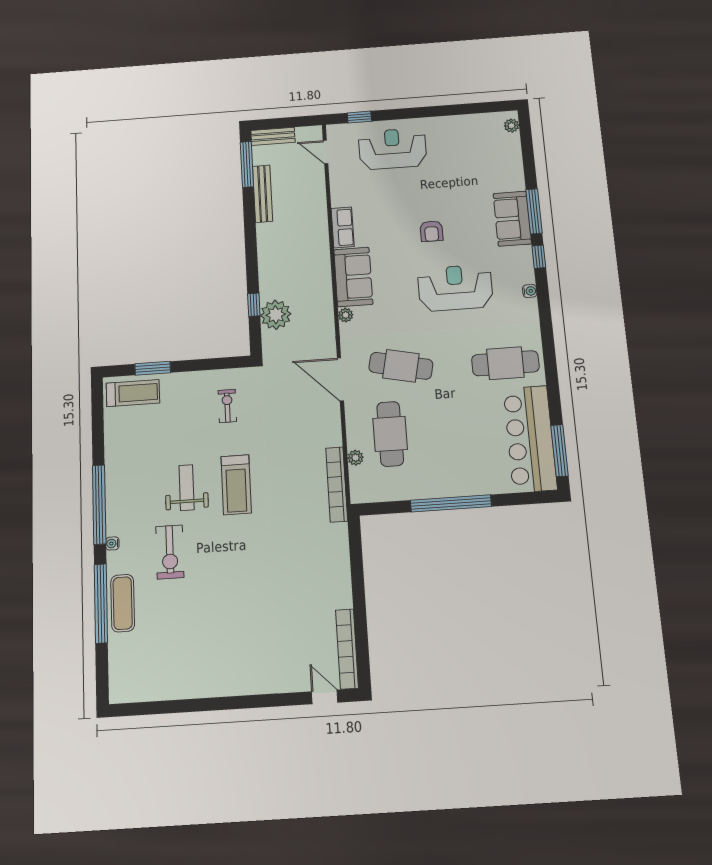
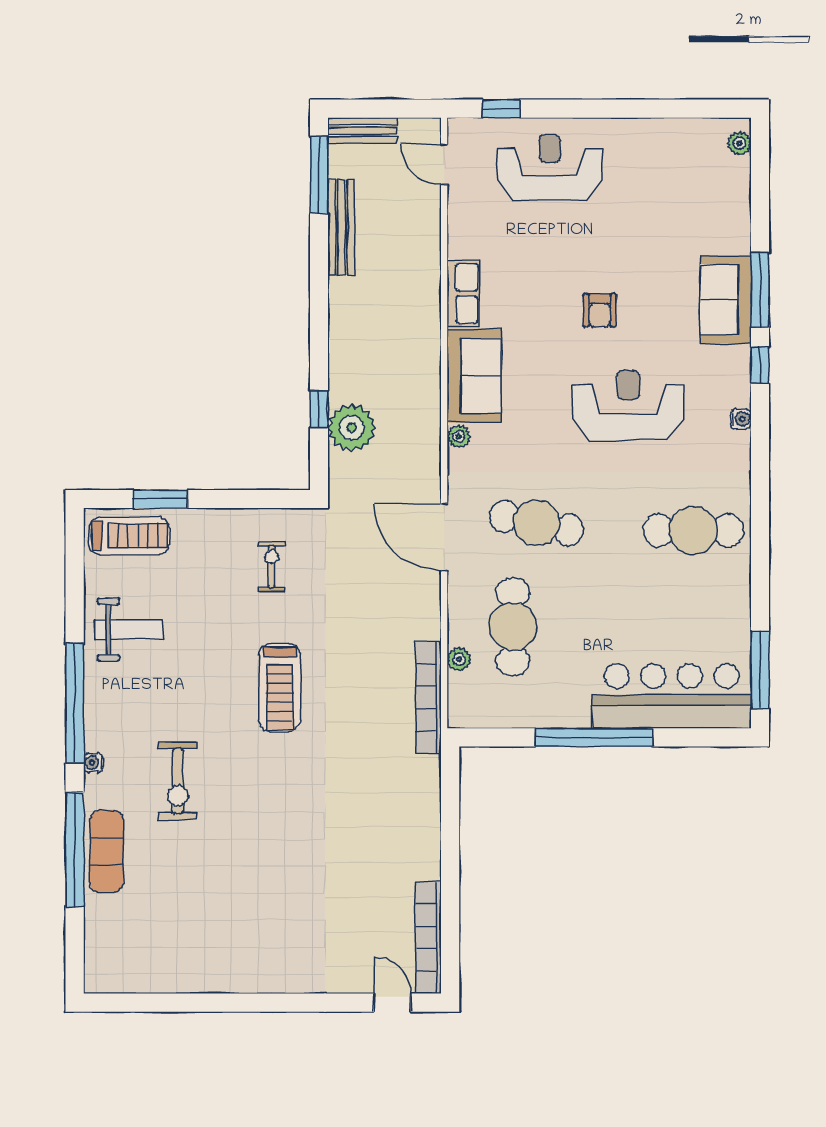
bar counter: (530, 439) -> (672, 696), moved, turned 90
weight bench: (186, 488) -> (129, 630), moved, turned 90

